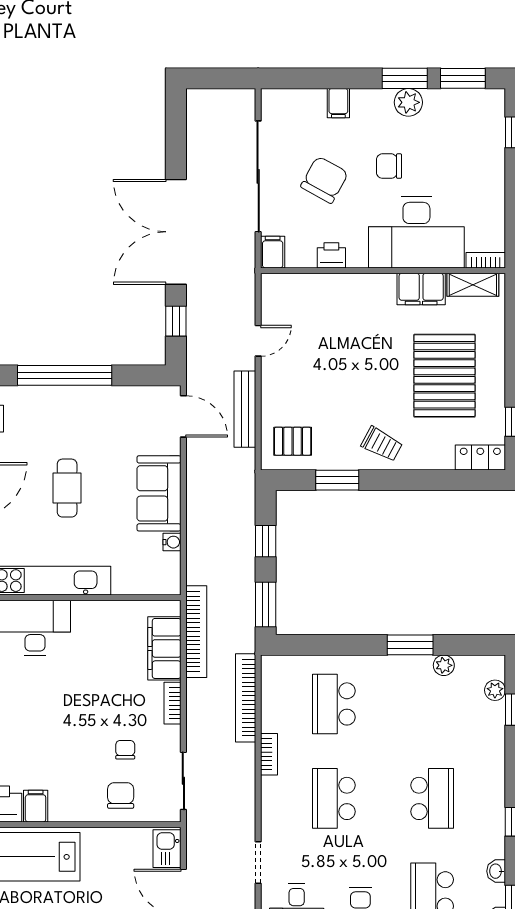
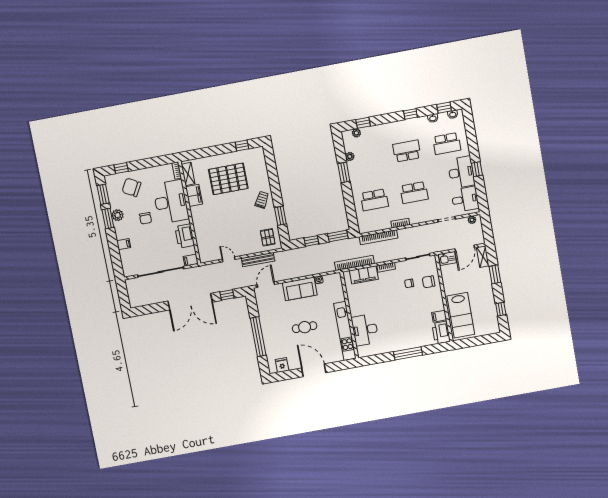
chair: (324, 180) -> (131, 187), moved
printer: (331, 255) -> (185, 236), width x1.87, depth x1.48
locker: (480, 458) -> (260, 157), removed

